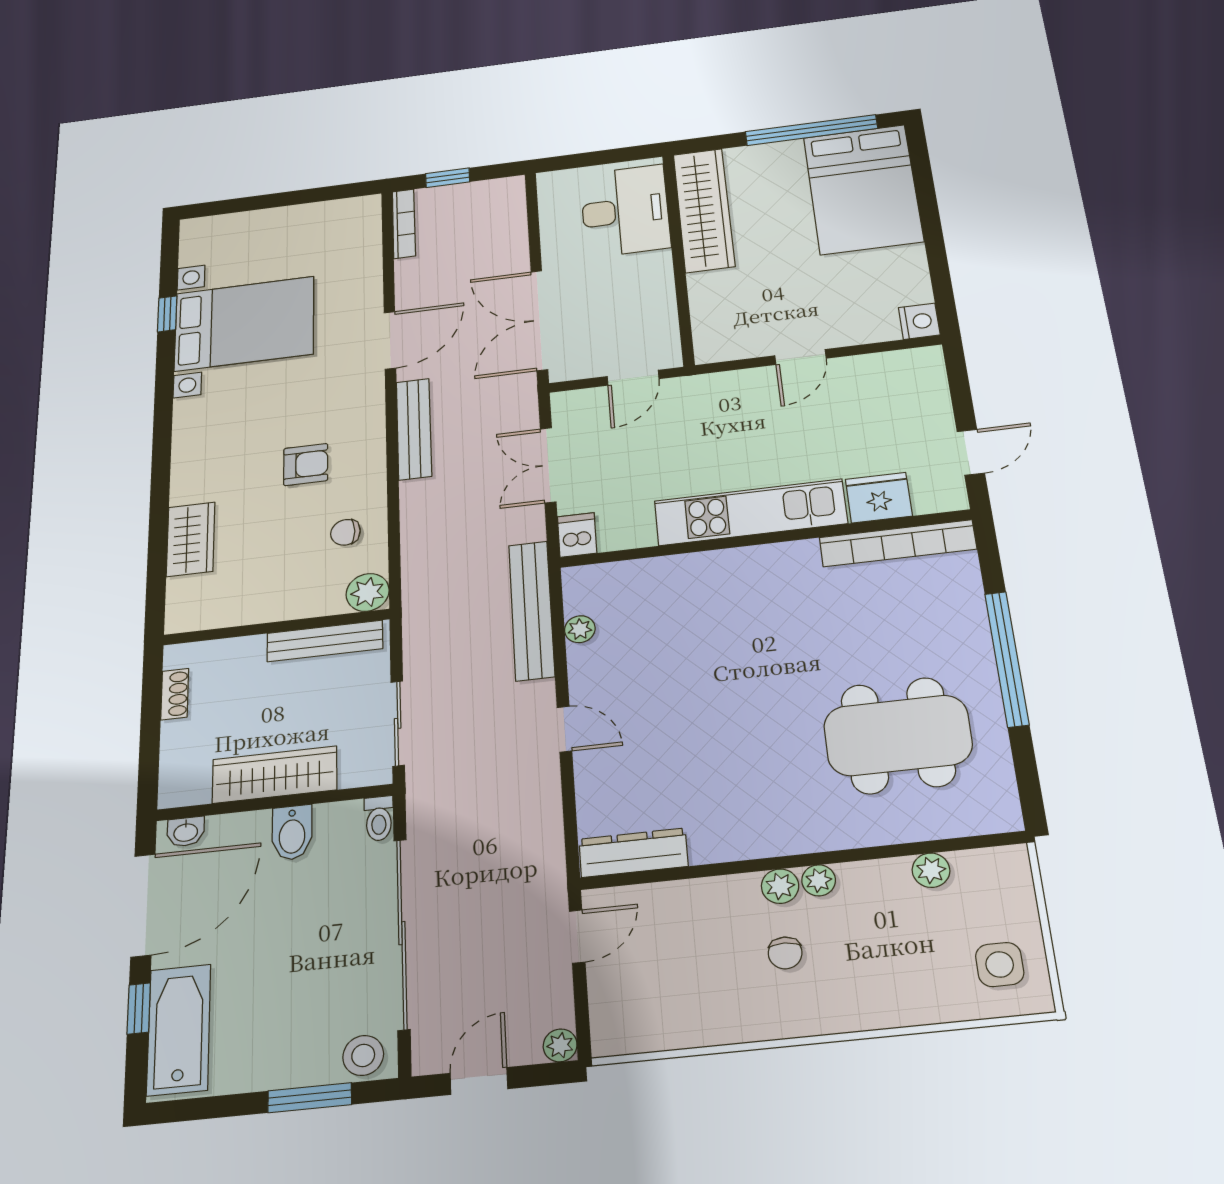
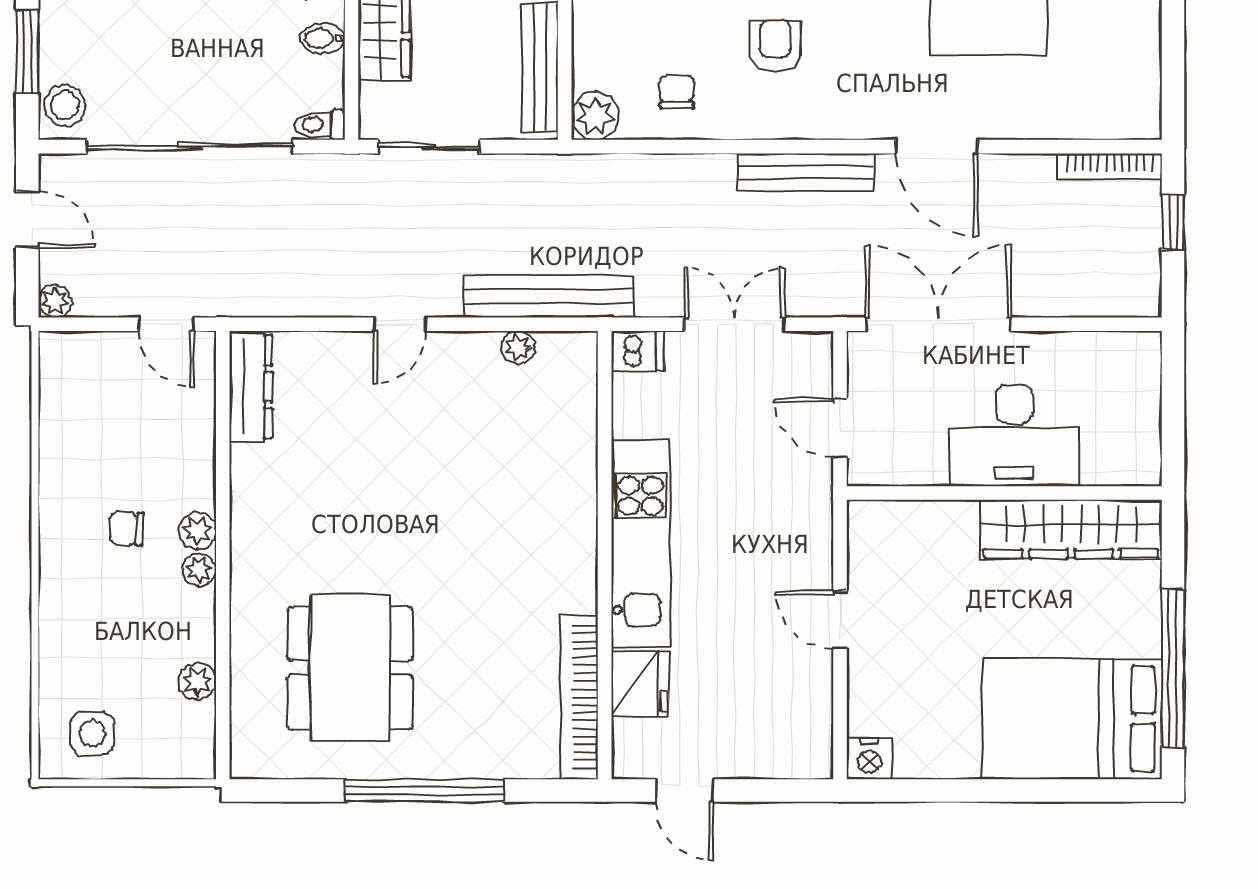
desk: (625, 211) -> (1014, 435), moved
armchair: (306, 464) -> (775, 46), turned 180
bidet: (292, 833) -> (322, 38), width x0.72, depth x0.74

